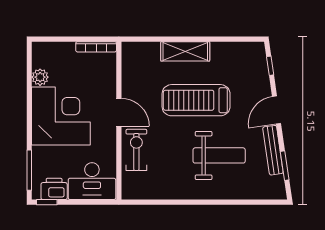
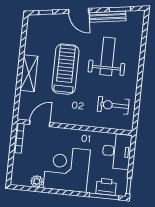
treadmill: (196, 100) -> (65, 69), turned 180
door: (119, 112) -> (40, 123), moved
exercise bike: (136, 150) -> (113, 105), moved
printer: (54, 189) -> (106, 187), moved, turned 90

